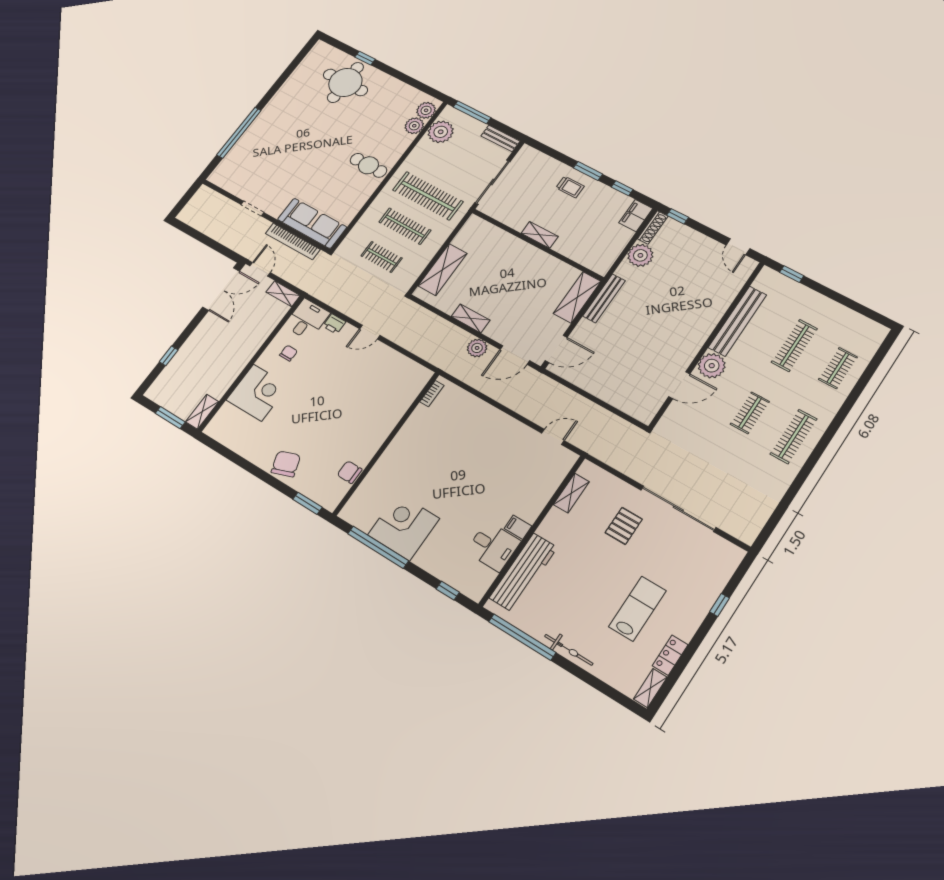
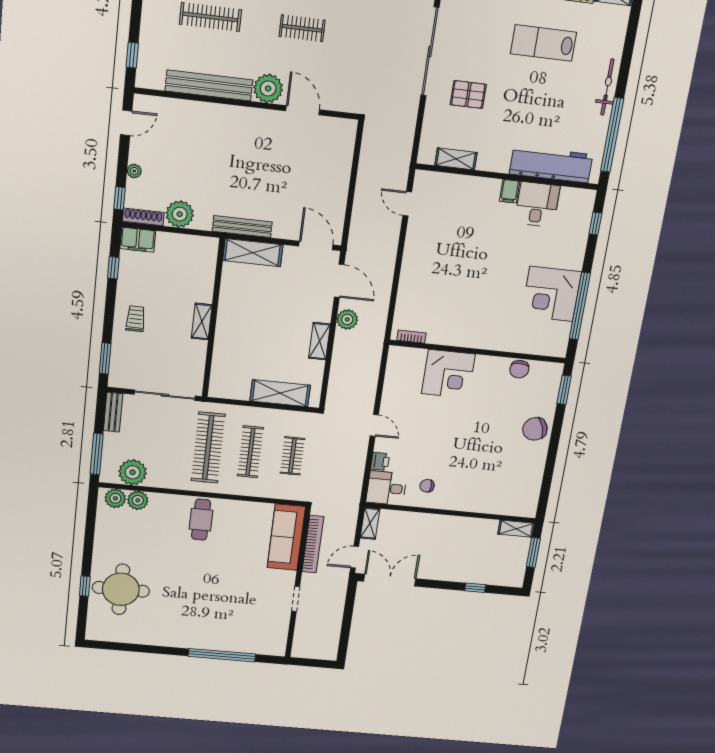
window: (588, 171) -> (105, 358), moved
plant: (695, 236) -> (134, 171), added
corner desk: (257, 393) -> (448, 374), moved, turned 180

